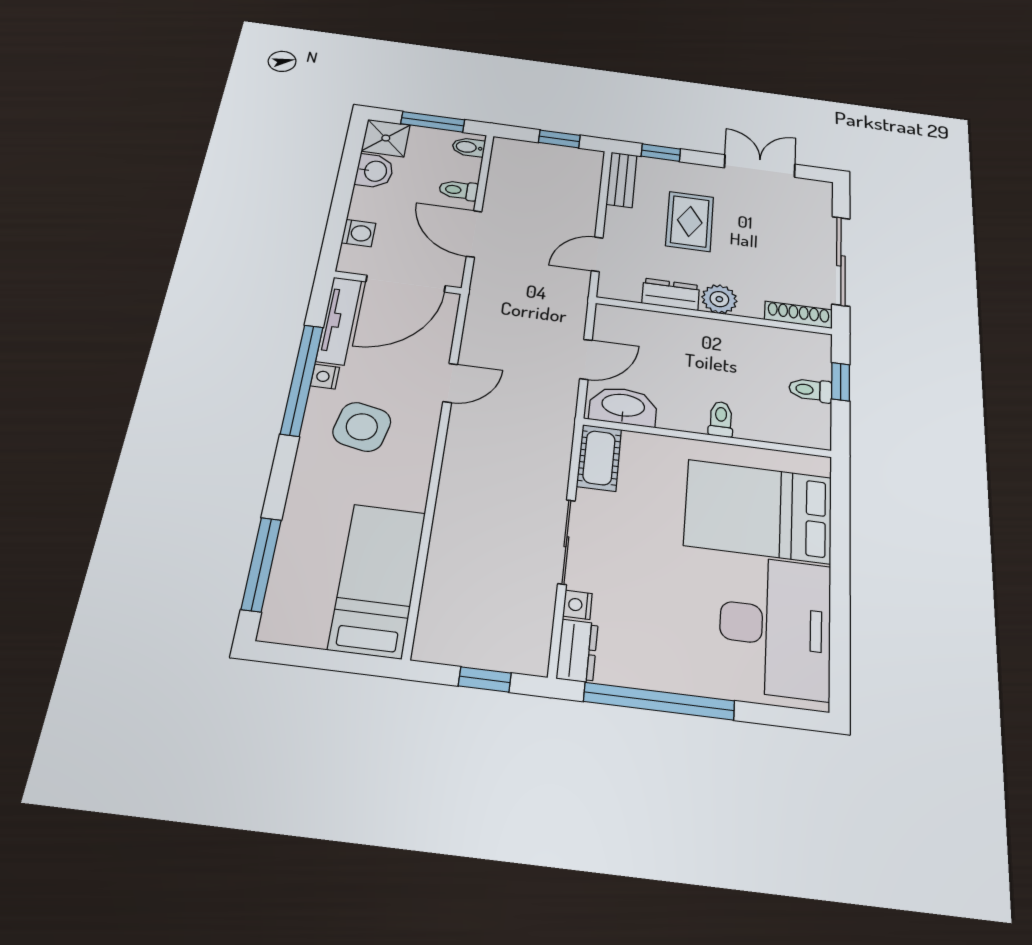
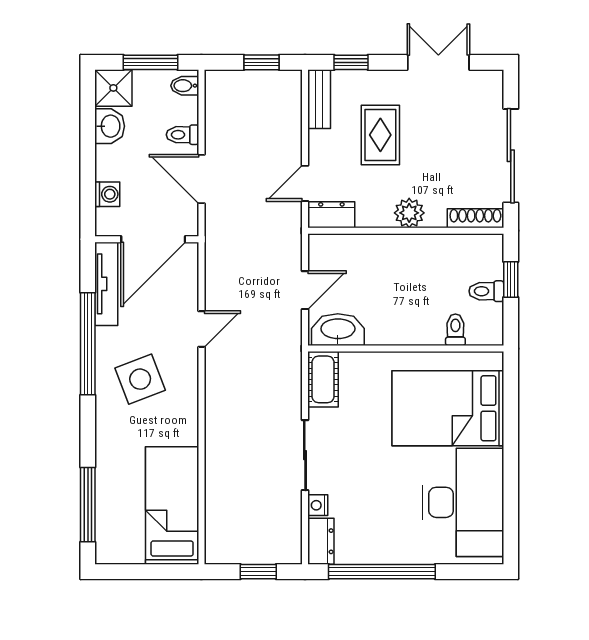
dresser: (671, 294) -> (331, 215), moved
nightstand: (325, 377) -> (105, 338), removed
toilet: (721, 419) -> (455, 330), moved
side table: (362, 427) -> (140, 379), turned -33

